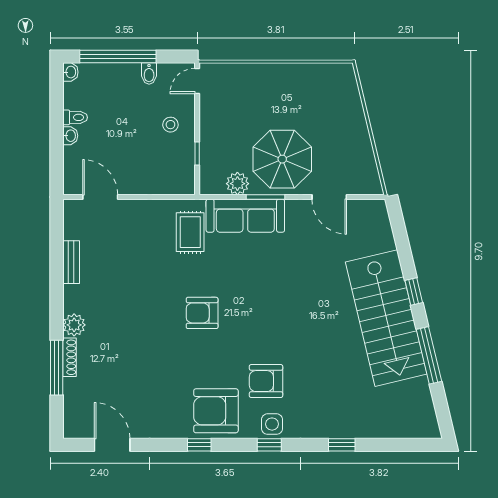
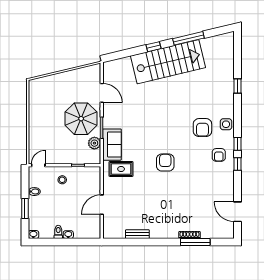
window: (118, 56) -> (25, 209), width x0.47
door: (197, 81) -> (38, 165), swing flipped
door: (100, 197) -> (102, 205), moved
door: (329, 197) -> (102, 93), hinge flipped
sofa: (245, 216) -> (112, 145), width x0.73
armchair: (202, 313) -> (165, 162), turned 180
plant: (74, 325) -> (172, 232), removed
armchair: (216, 411) -> (219, 155), width x0.53, depth x0.53
door: (112, 445) -> (237, 212), hinge flipped
window: (269, 445) -> (237, 144), moved

